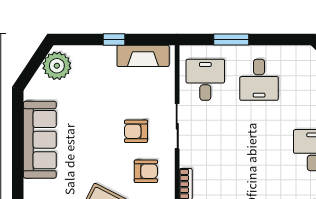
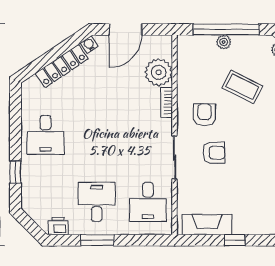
window: (231, 40) -> (97, 240), moved
printer: (299, 55) -> (58, 226), added
armchair: (146, 171) -> (204, 115), turned 90

